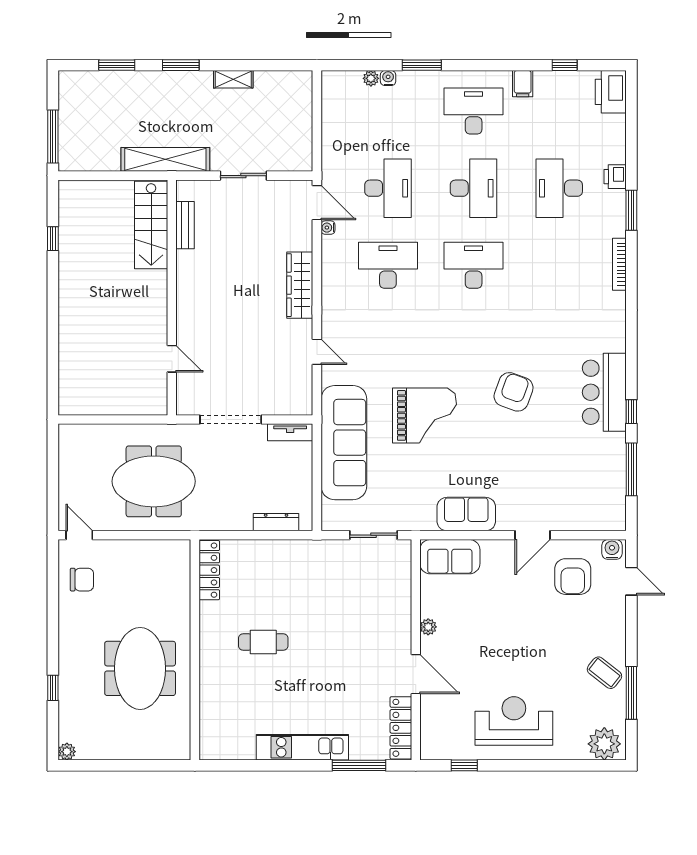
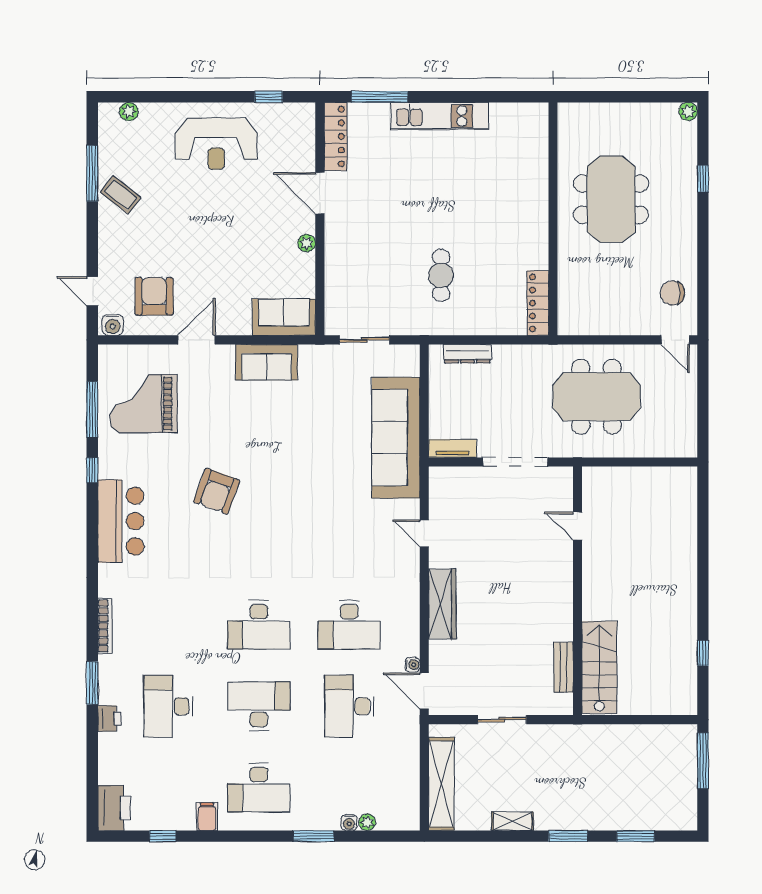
shelving: (165, 159) -> (441, 784), moved, turned 90
desk: (474, 188) -> (259, 706), turned 90
desk: (559, 188) -> (168, 706), turned 180
bar counter: (604, 392) -> (121, 521), moved
grand piano: (424, 415) -> (143, 404), moved
cafe table: (263, 642) -> (441, 275), moved, turned 90
plant: (604, 744) -> (129, 112), width x0.53, depth x0.53

